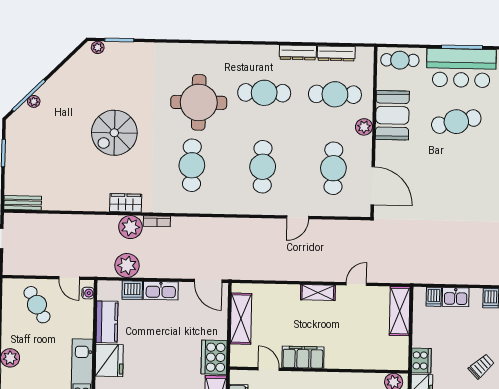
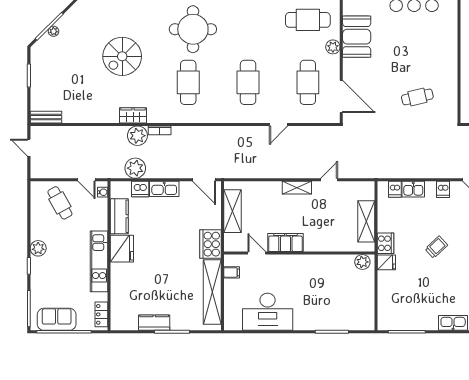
cafe table: (264, 93) -> (248, 20), removed
cafe table: (456, 122) -> (417, 97), moved, width x0.73, depth x0.74
shelving: (400, 311) -> (366, 221), moved

